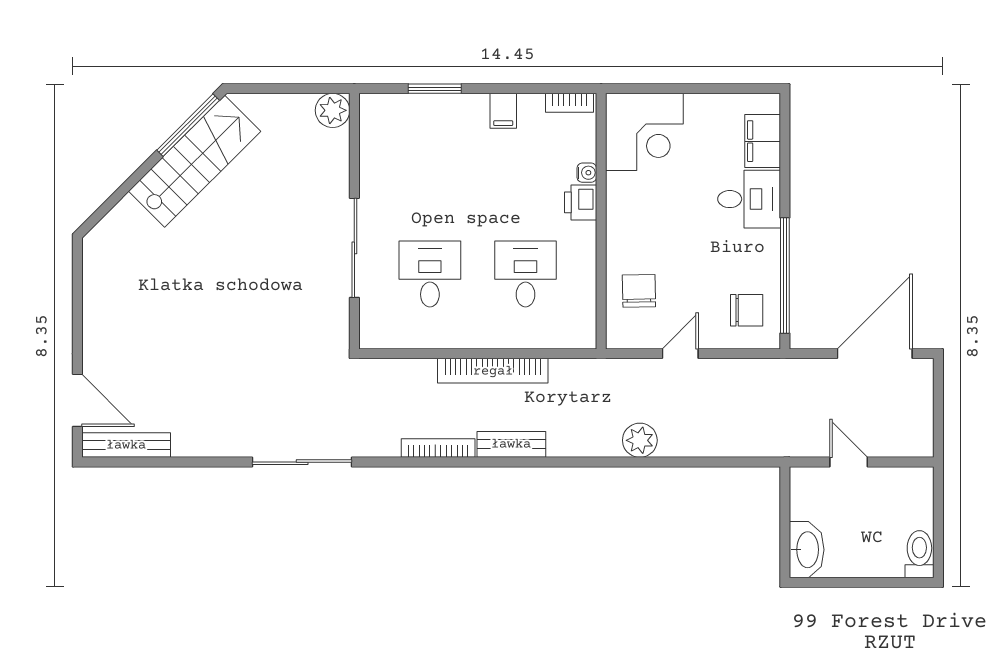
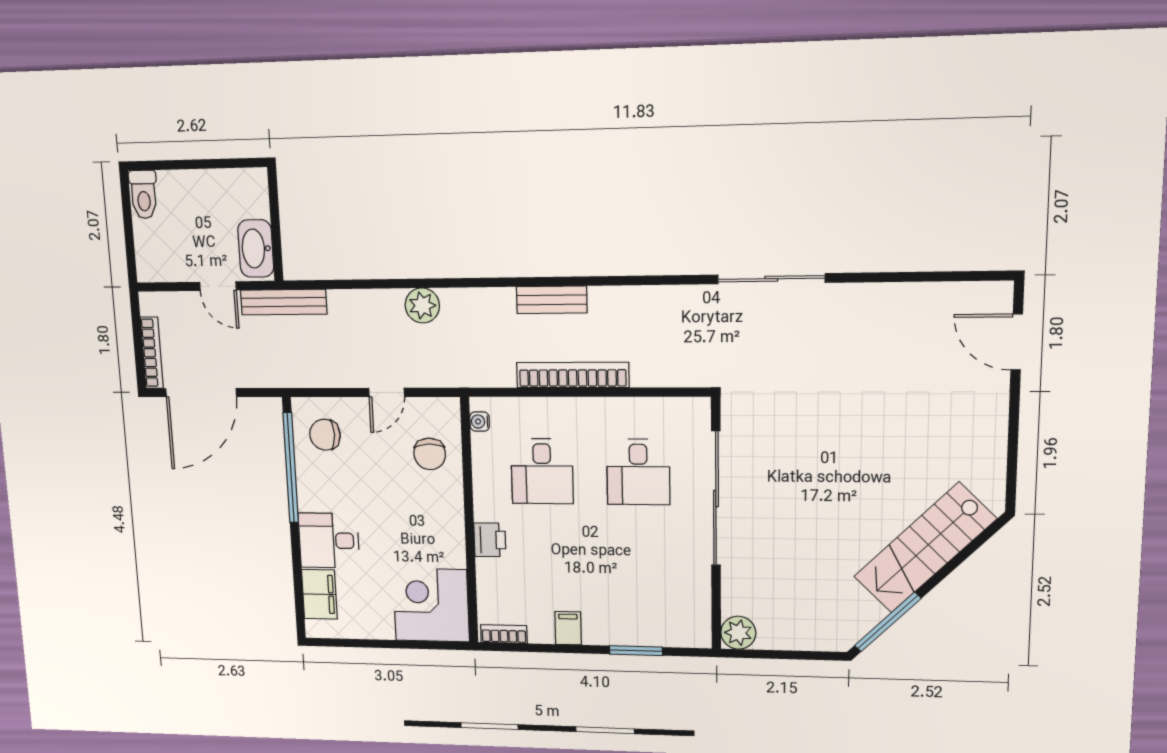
stairs: (195, 161) -> (925, 548), moved
water cooler: (587, 173) -> (480, 422), moved
sliding door: (354, 248) -> (716, 499), width x1.36
bench: (126, 445) -> (284, 302), moved
bookcase: (438, 448) -> (152, 353), moved, turned -90
washbasin: (807, 550) -> (256, 248), moved

